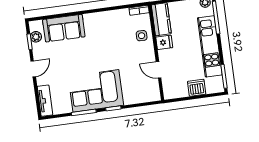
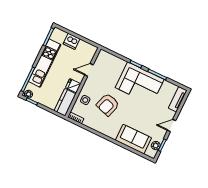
armchair: (115, 46) -> (108, 105), added
door: (159, 70) -> (89, 70), swing flipped

